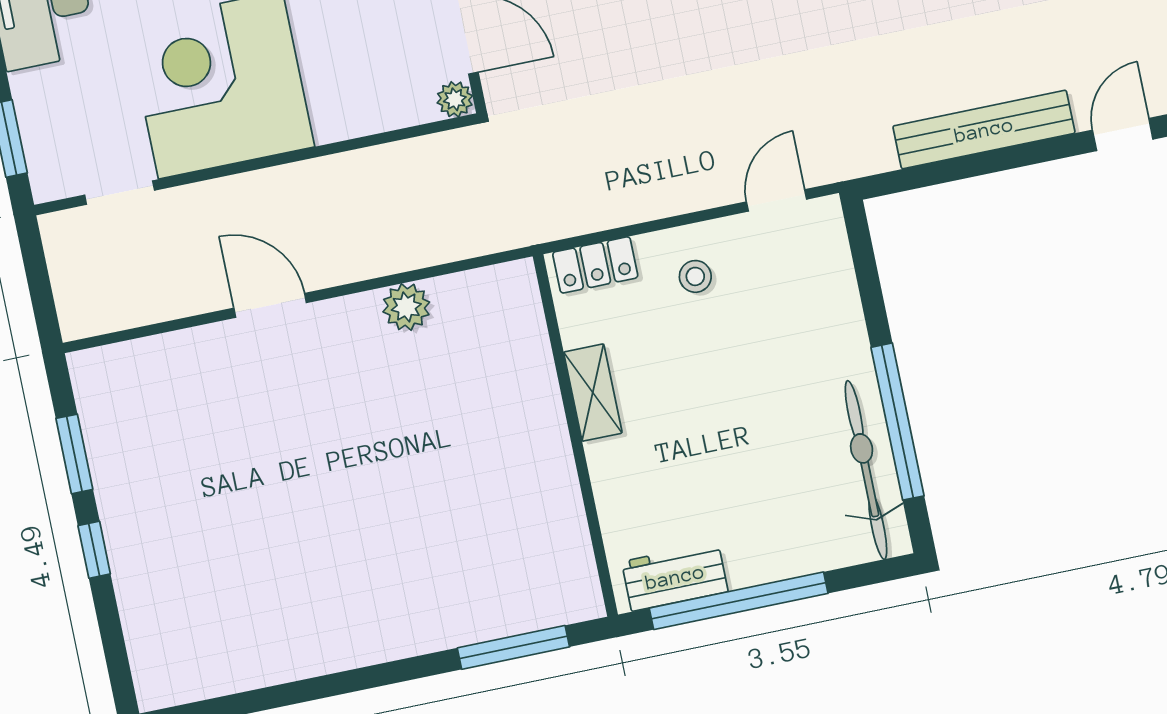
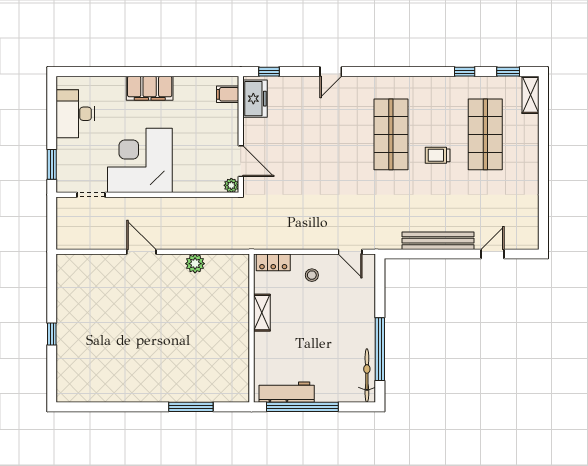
door: (777, 200) -> (350, 252), swing flipped
window: (74, 454) -> (52, 294), removed
bicycle: (866, 470) -> (367, 375), width x0.73, depth x0.71
workbench: (675, 577) -> (287, 392), width x1.38
window: (513, 647) -> (191, 407), moved

